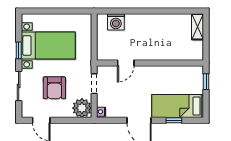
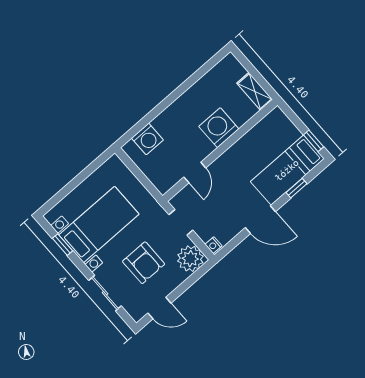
shelving: (198, 27) -> (255, 91), moved
window: (19, 50) -> (63, 245), moved
washing machine: (160, 50) -> (219, 128), added
window: (206, 82) -> (314, 141), moved

